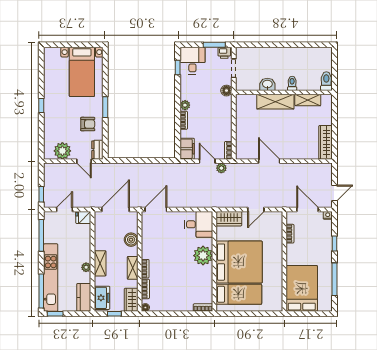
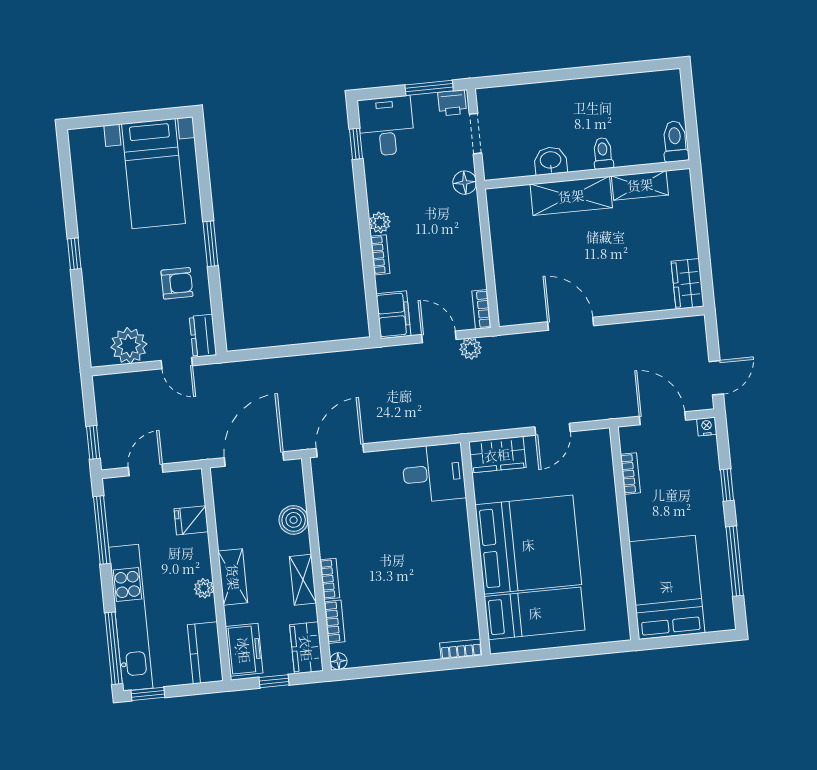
wardrobe: (325, 142) -> (688, 284), width x0.67
fridge: (83, 217) -> (191, 520), moved
plant: (203, 256) -> (450, 538), removed

